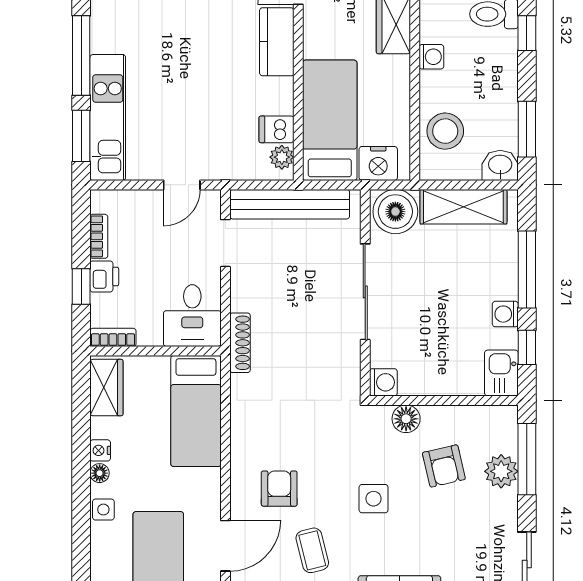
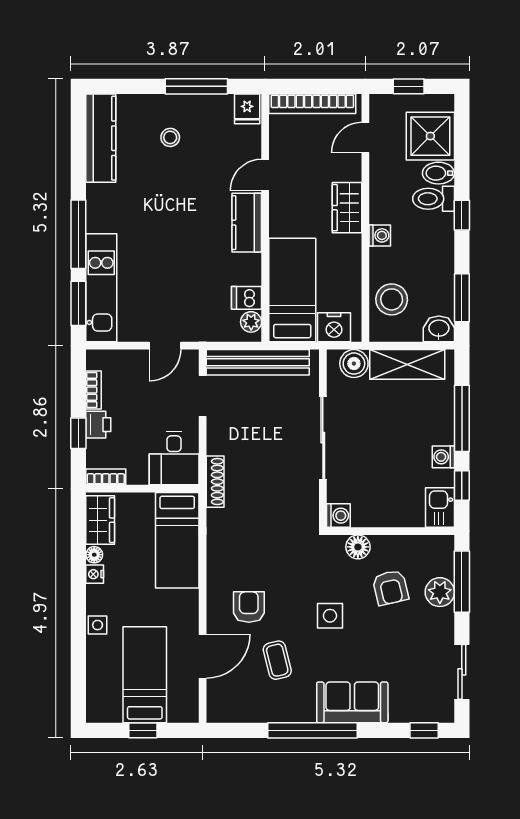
boiler: (395, 212) -> (354, 364), width x0.73, depth x0.73
floor lamp: (100, 473) -> (94, 555), moved

